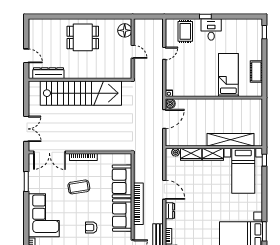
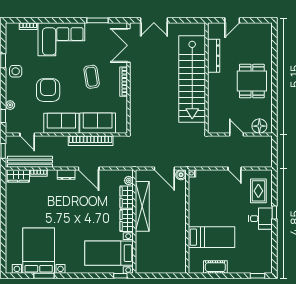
rug: (185, 31) -> (258, 191), turned 90
door: (133, 52) -> (236, 134), swing flipped
dresser: (48, 73) -> (214, 56), moved
shelving: (230, 140) -> (142, 206), moved
door: (164, 190) -> (89, 168), hinge flipped
bookcase: (138, 204) -> (91, 141), moved
armchair: (91, 228) -> (48, 90), width x1.88, depth x1.88

